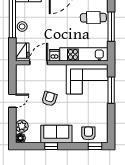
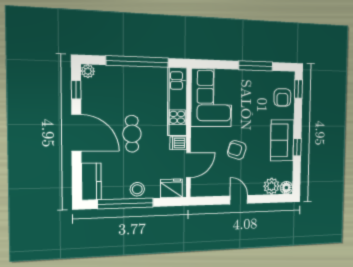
cafe table: (93, 18) -> (132, 134), moved
window: (111, 27) -> (137, 62), width x1.46
door: (39, 63) -> (188, 165), swing flipped
window: (111, 90) -> (256, 66), moved
armchair: (88, 133) -> (282, 97), turned -90

